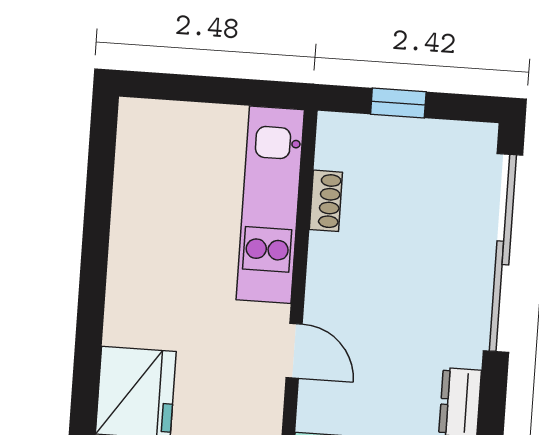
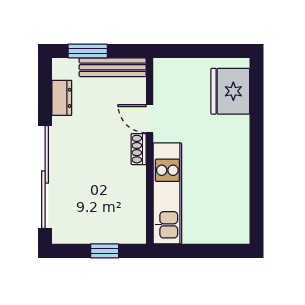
shoe rack: (326, 201) -> (139, 149), moved

